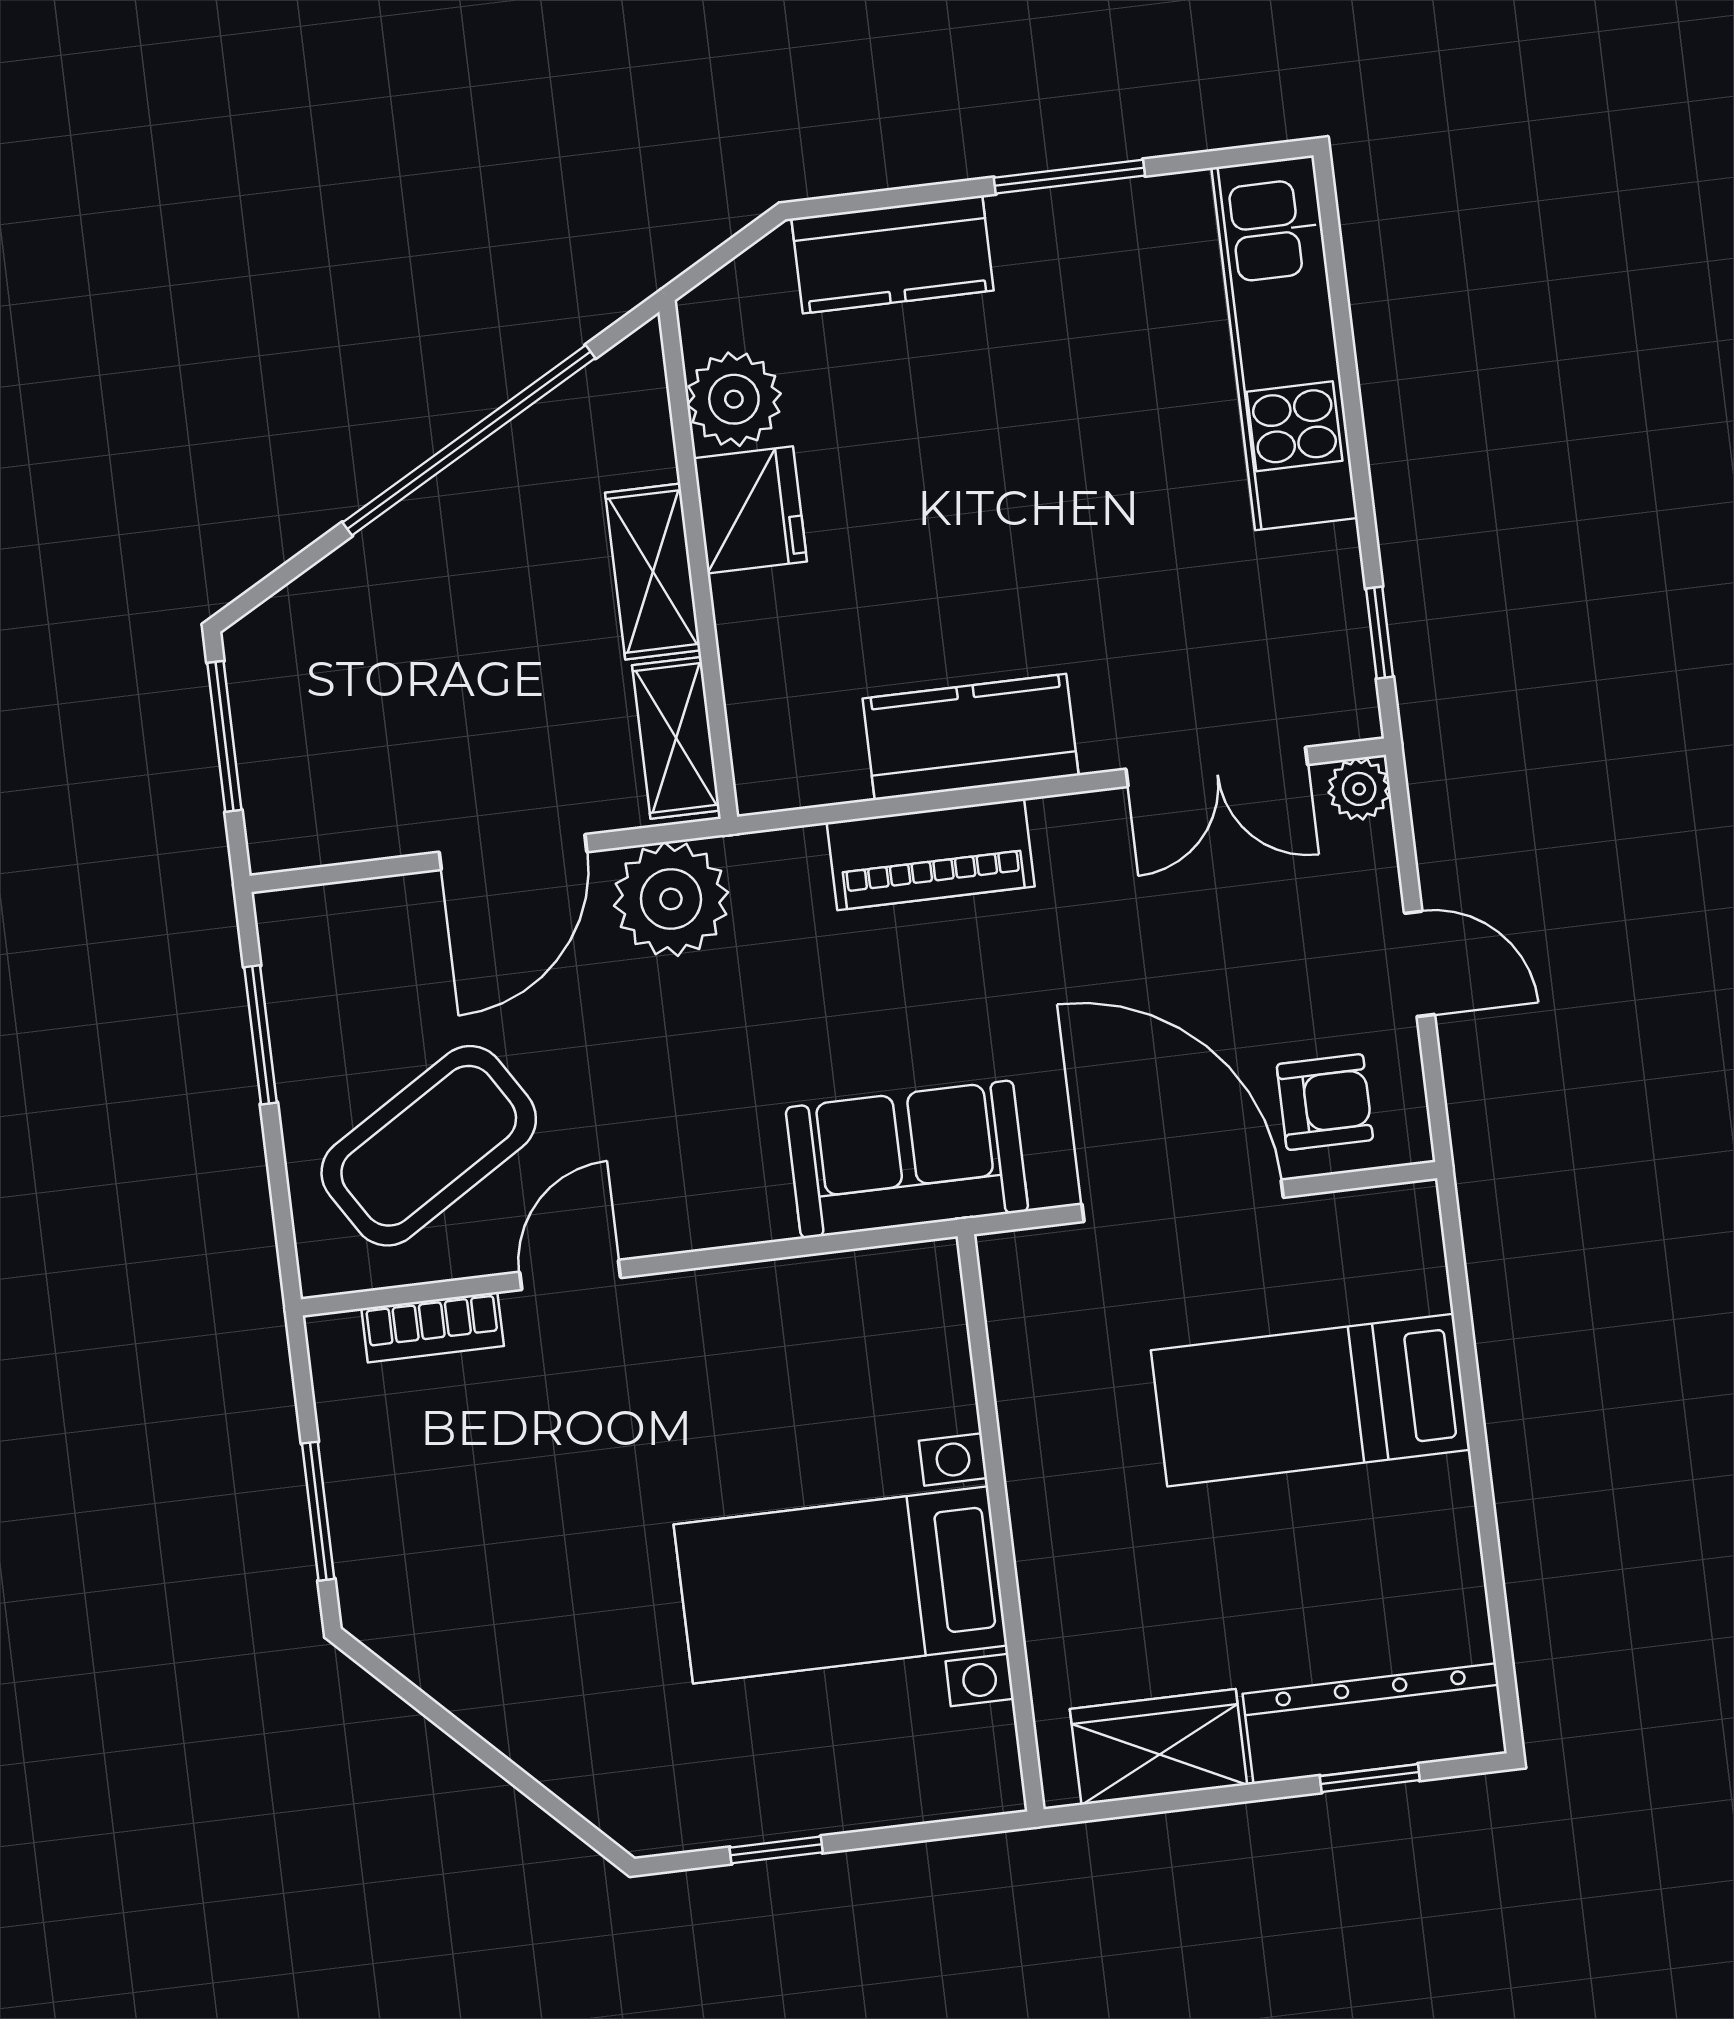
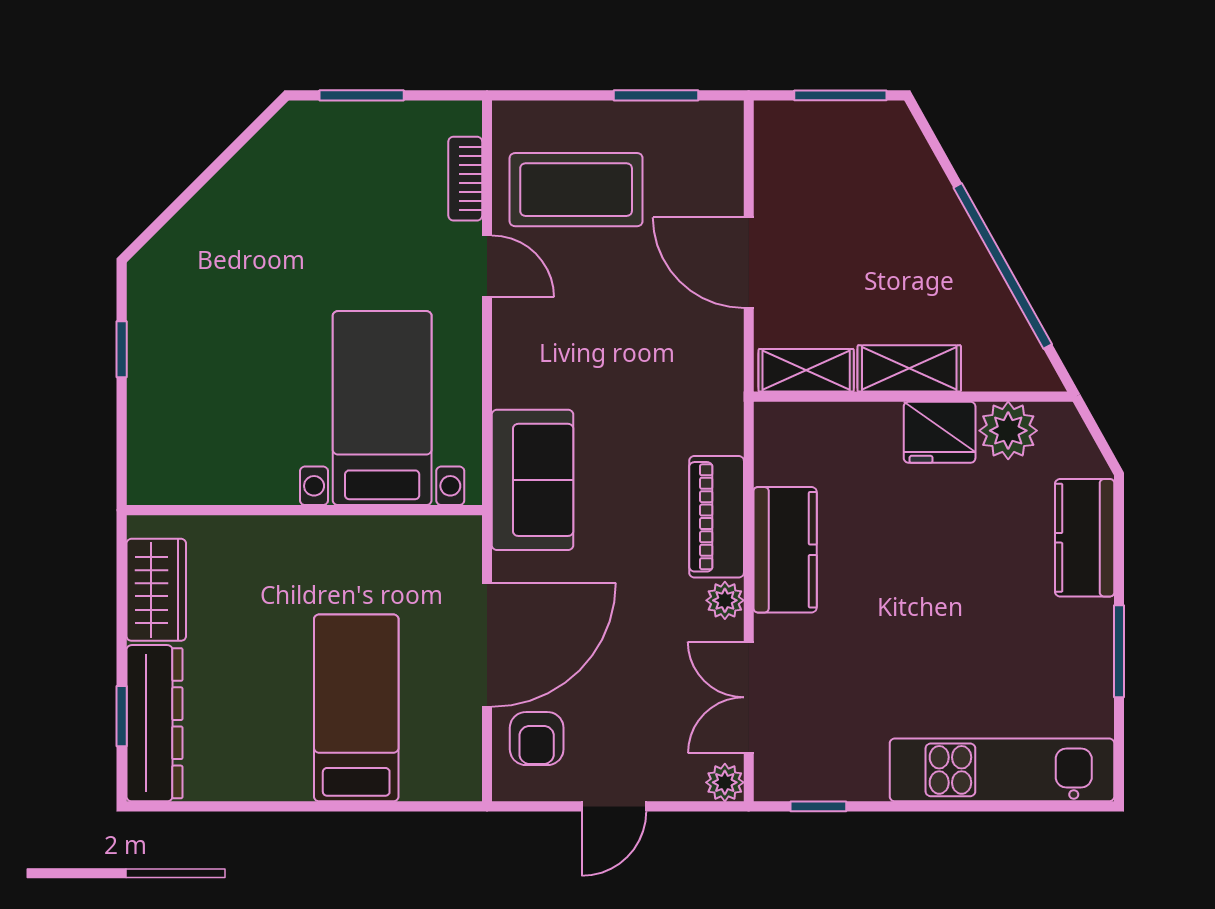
plant: (671, 899) -> (725, 600), moved, width x0.53, depth x0.53
coffee table: (429, 1146) -> (576, 190), turned -58
bed with nightstands: (841, 1585) -> (382, 408), moved

